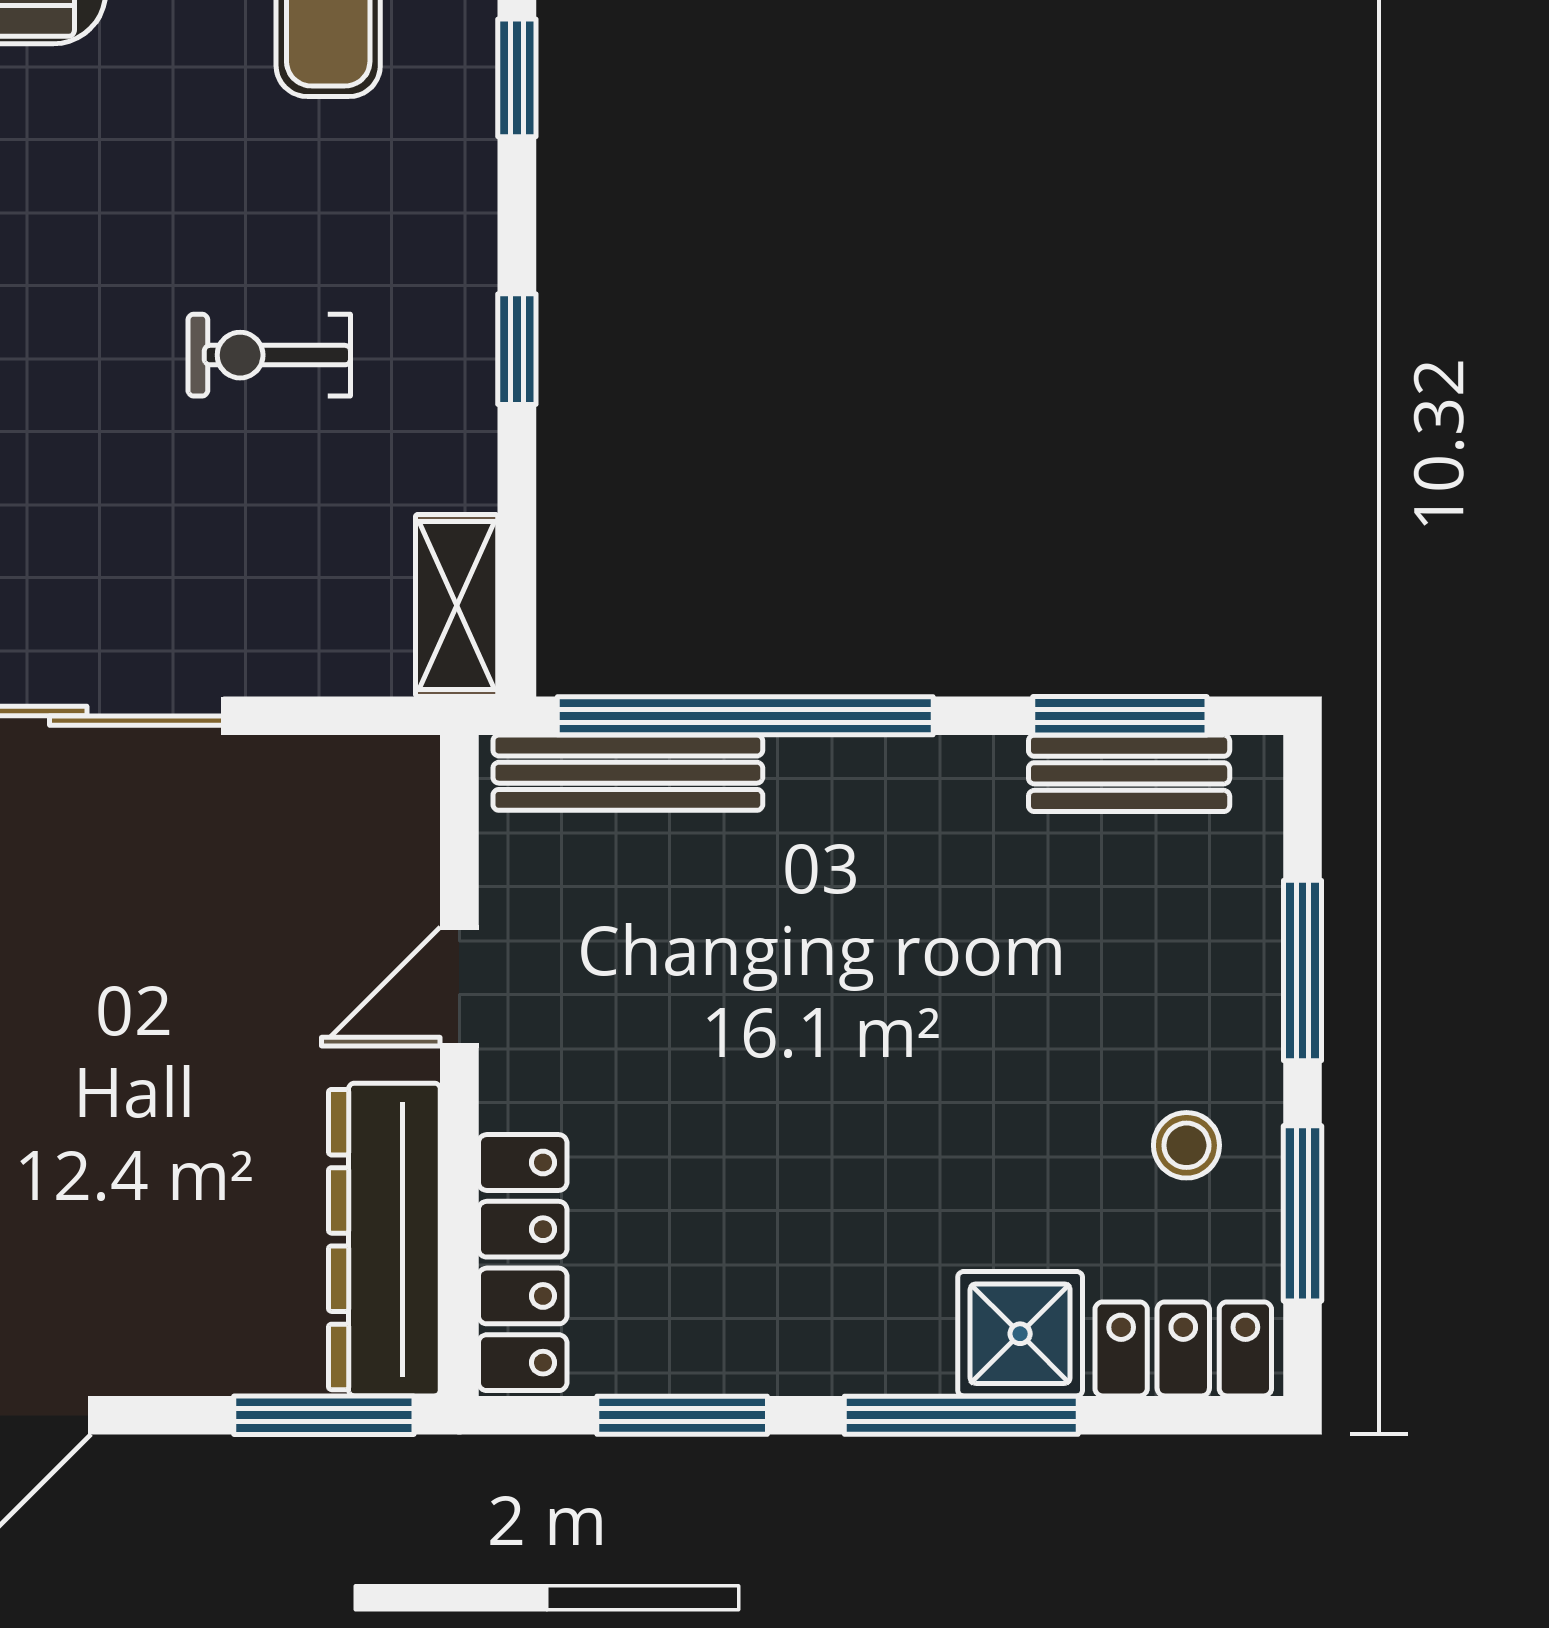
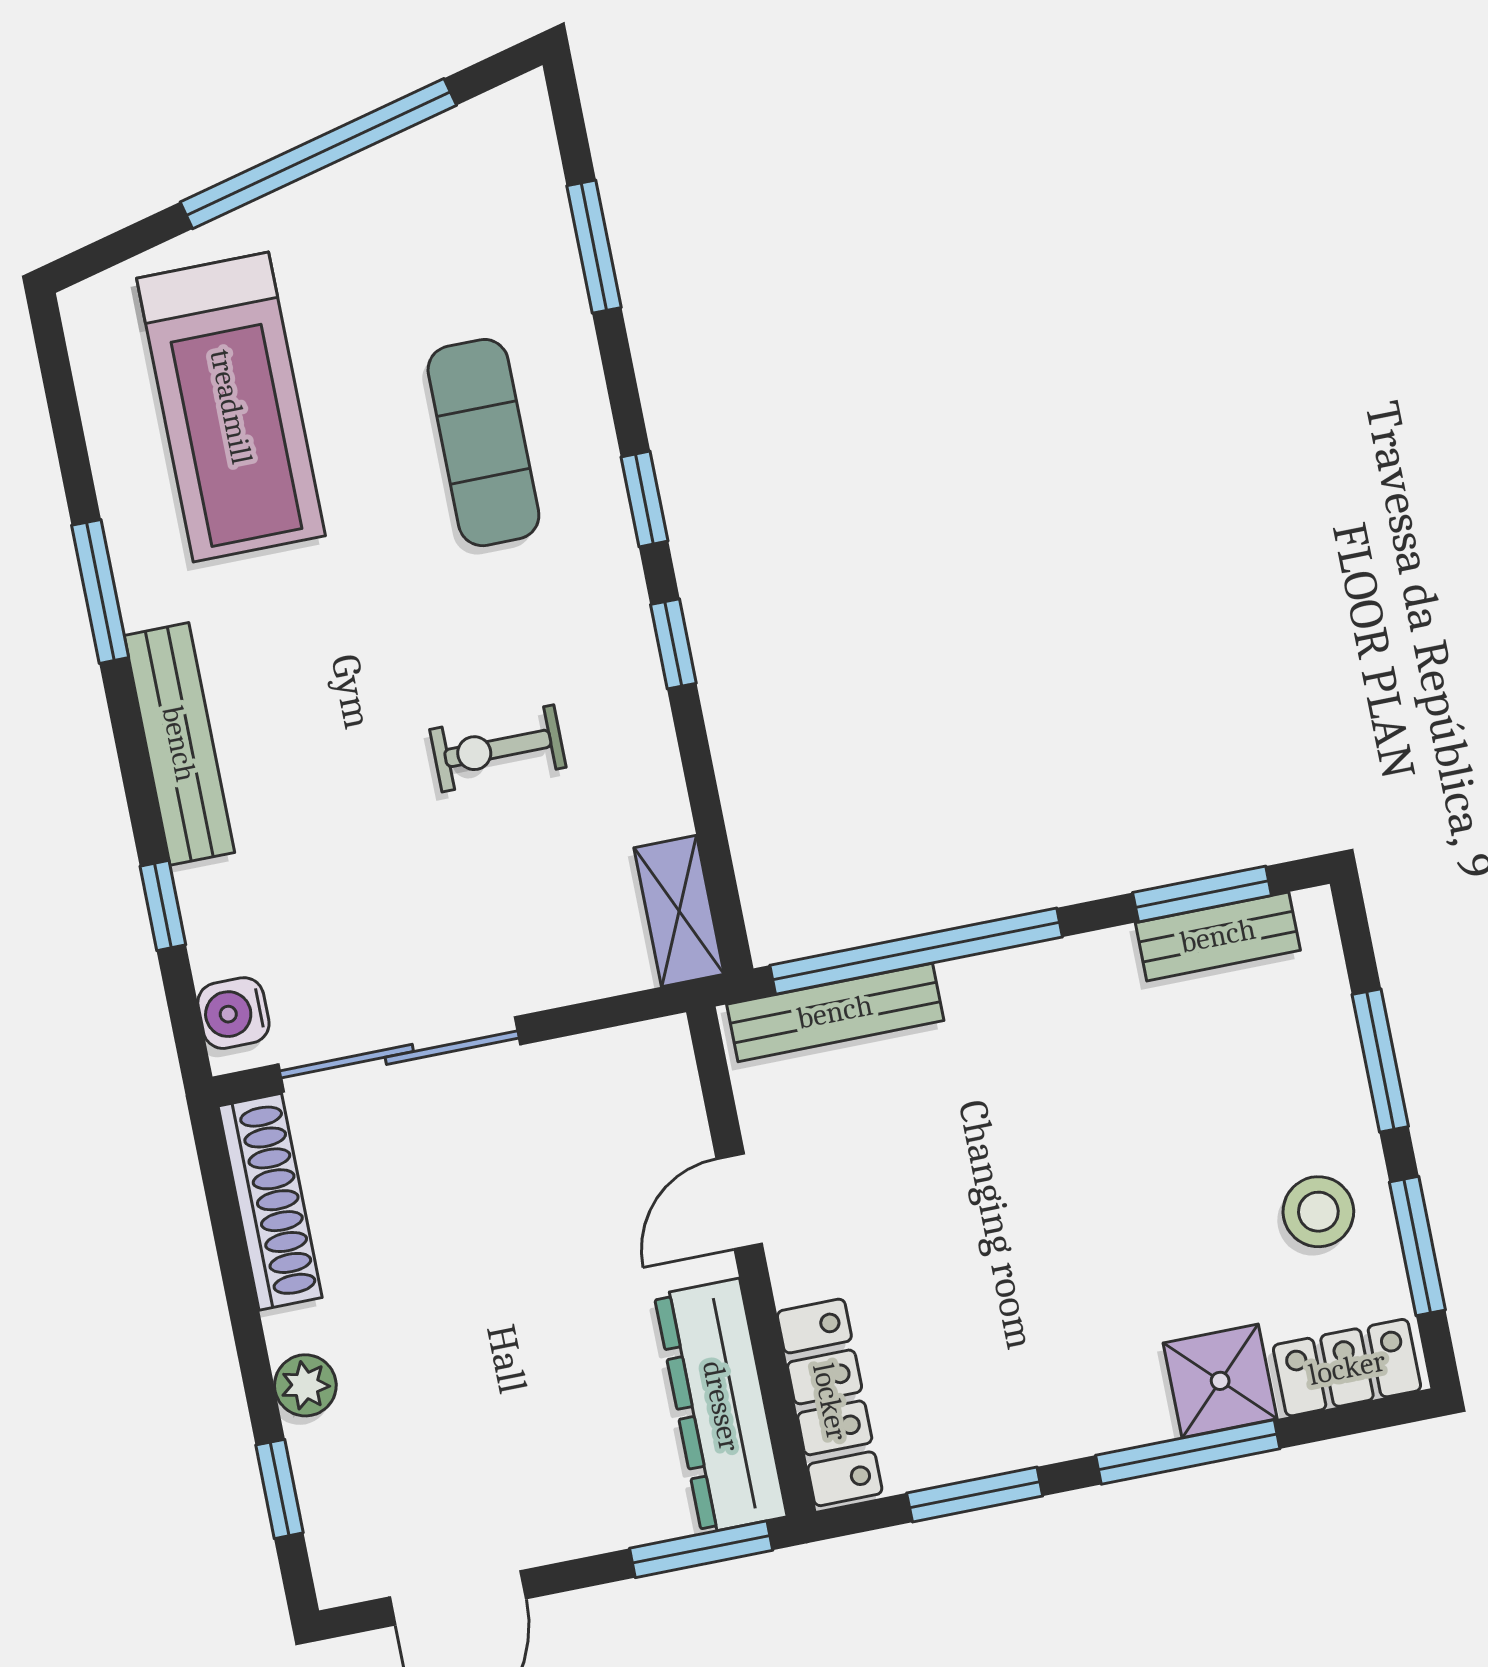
window: (517, 349) -> (673, 644), moved
stool: (1186, 1145) -> (1318, 1212), width x1.37, depth x1.37

